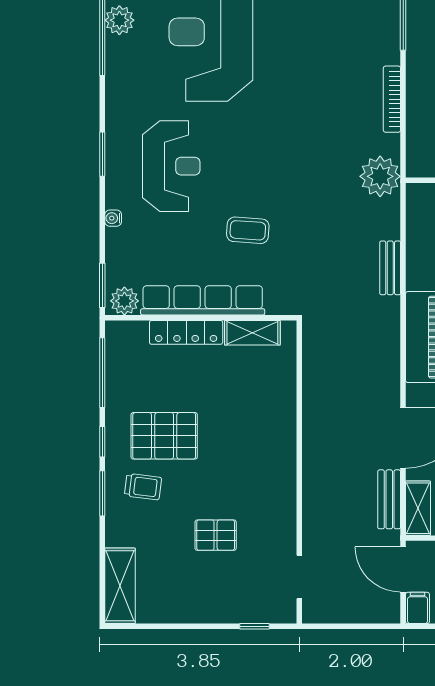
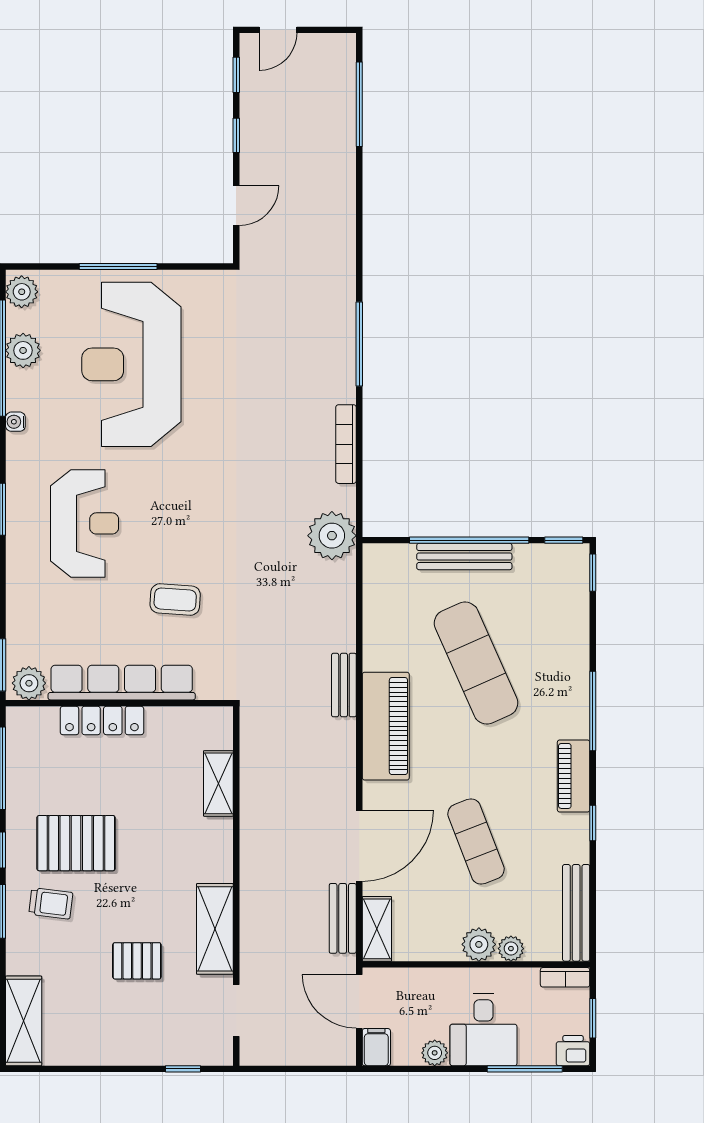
water cooler: (113, 218) -> (15, 422), moved
bench: (390, 268) -> (344, 685), moved
shelving: (252, 333) -> (218, 783), moved, turned 90
shelving: (281, 508) -> (215, 929), added

